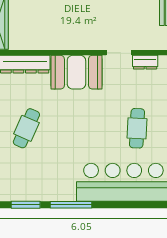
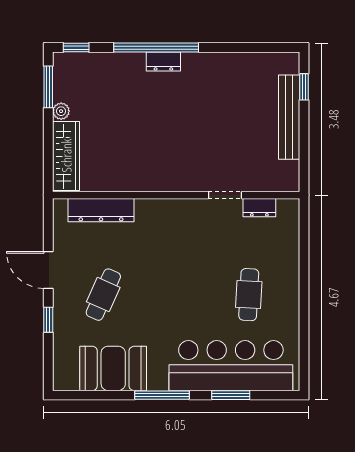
booth: (76, 72) -> (113, 368), moved
window: (26, 205) -> (231, 395), moved

